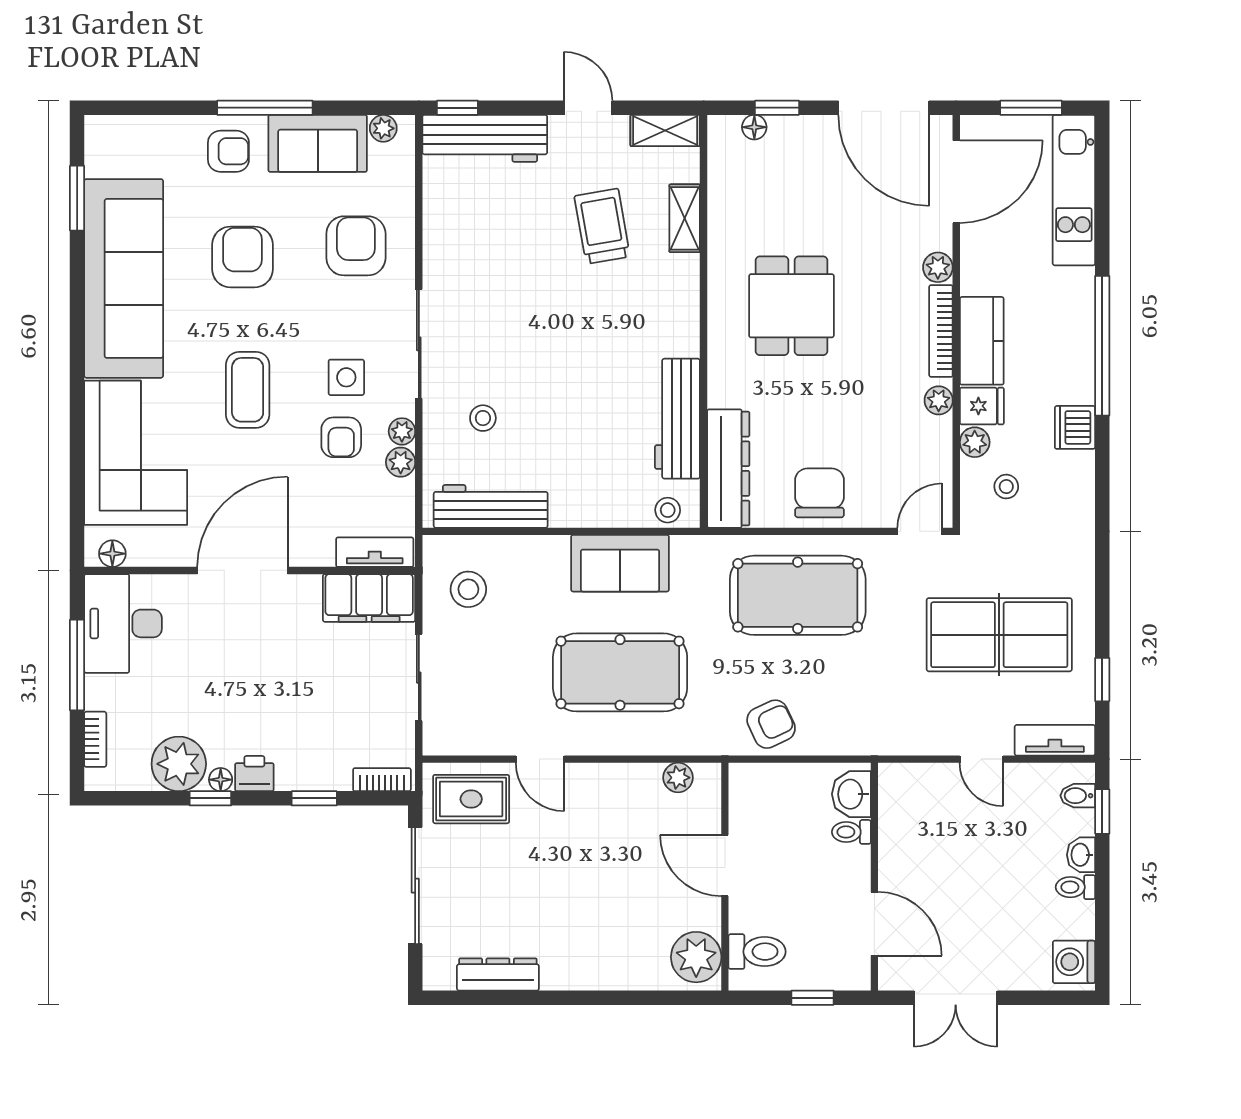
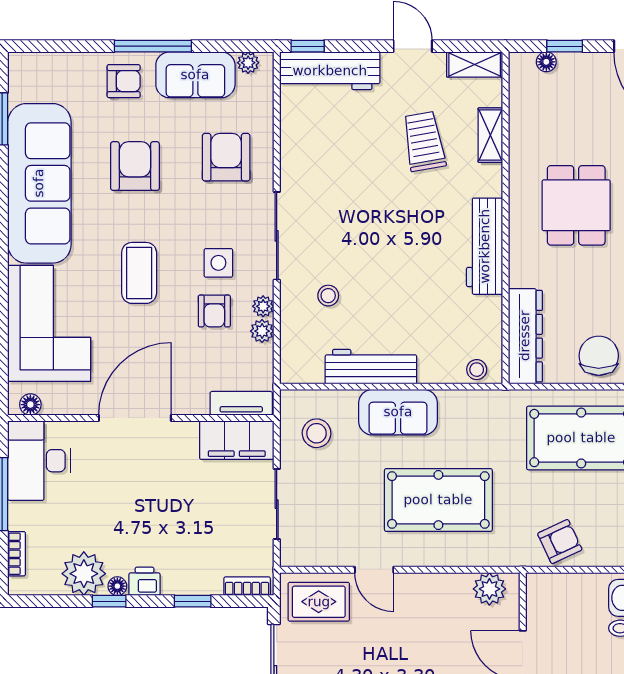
workbench: (677, 419) -> (485, 246), moved
workbench: (491, 506) -> (371, 367), moved
sofa: (620, 563) -> (398, 412), moved
plant: (678, 778) -> (489, 589), width x1.38, depth x1.38

